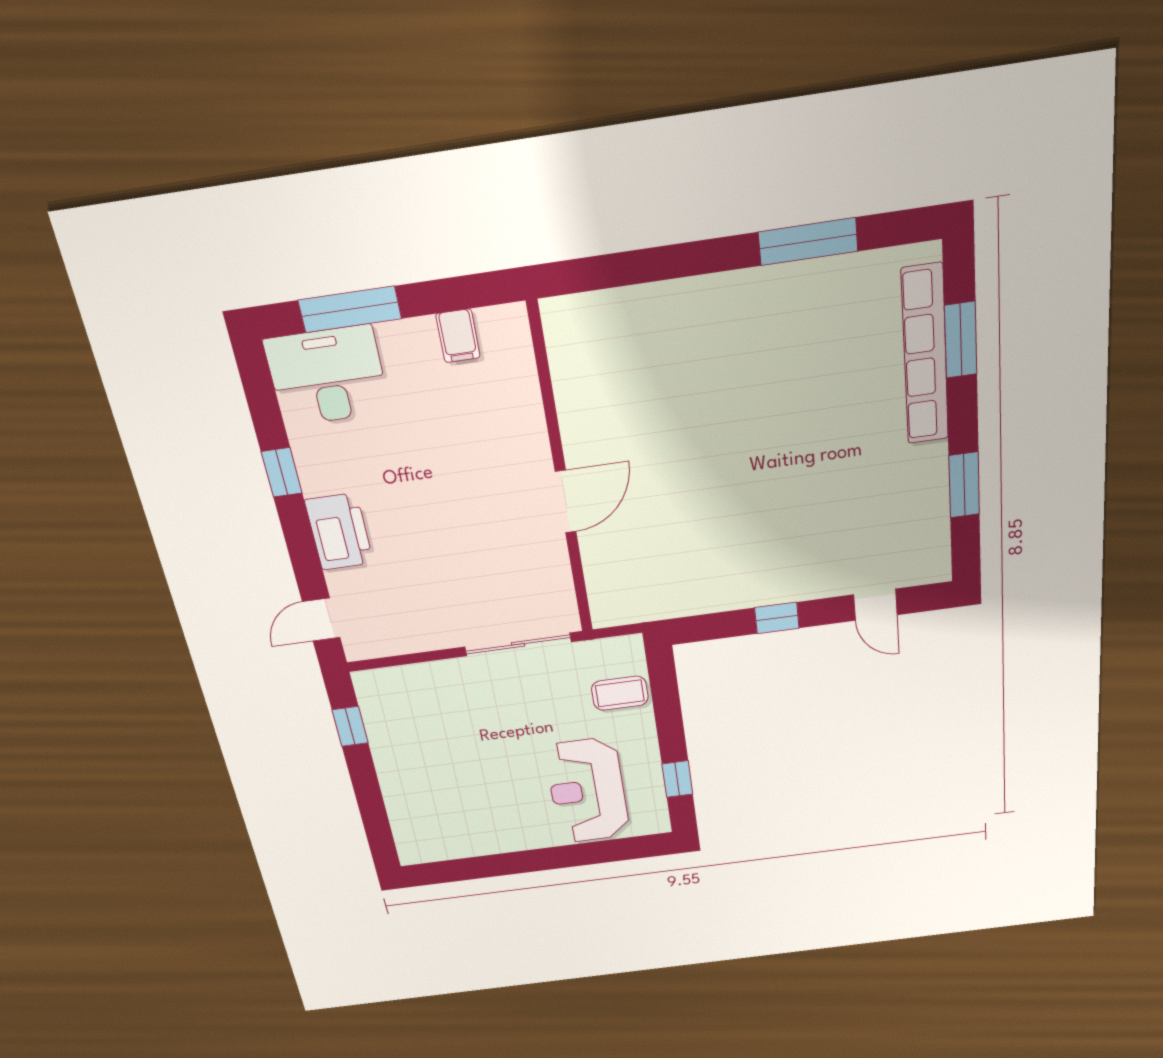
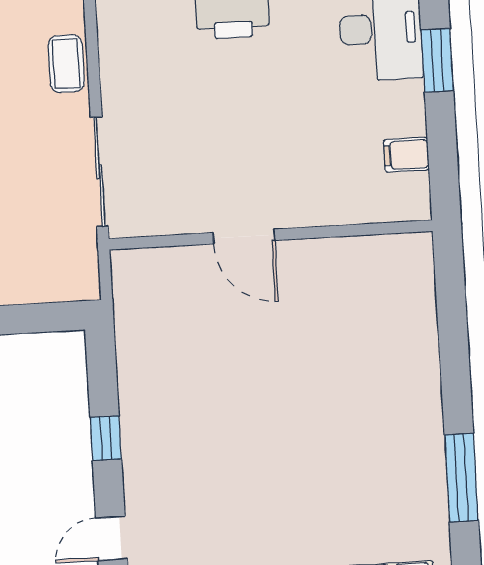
window: (350, 309) -> (437, 60), width x0.69
coffee table: (620, 693) -> (66, 64), moved

